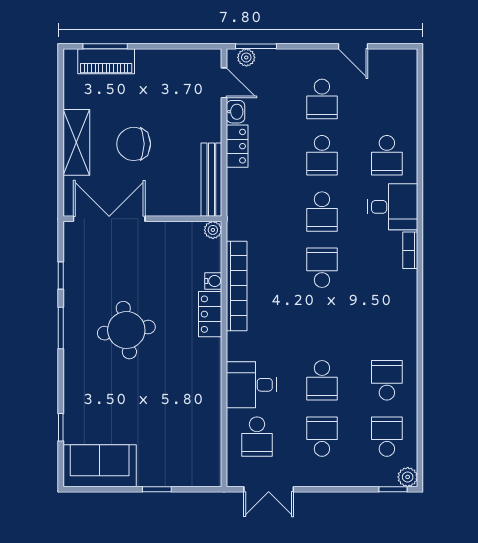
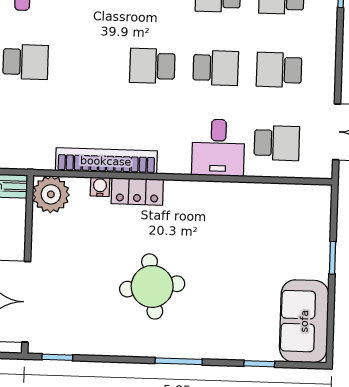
plant: (213, 230) -> (51, 194), width x1.88, depth x1.88
school desk: (322, 268) -> (152, 66), moved
window: (61, 275) -> (57, 357), moved
window: (61, 328) -> (179, 361), moved

